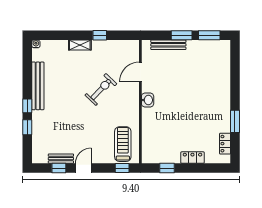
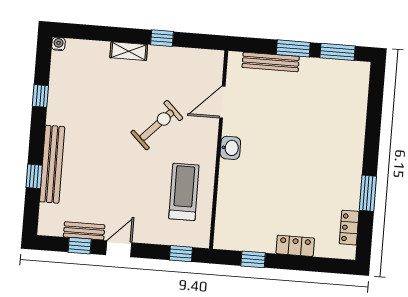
bench: (38, 86) -> (52, 164), moved
window: (27, 106) -> (40, 96), moved
treadmill: (123, 144) -> (184, 192), moved

